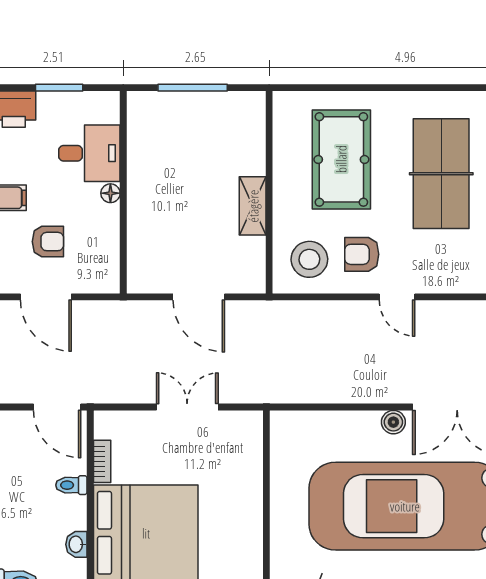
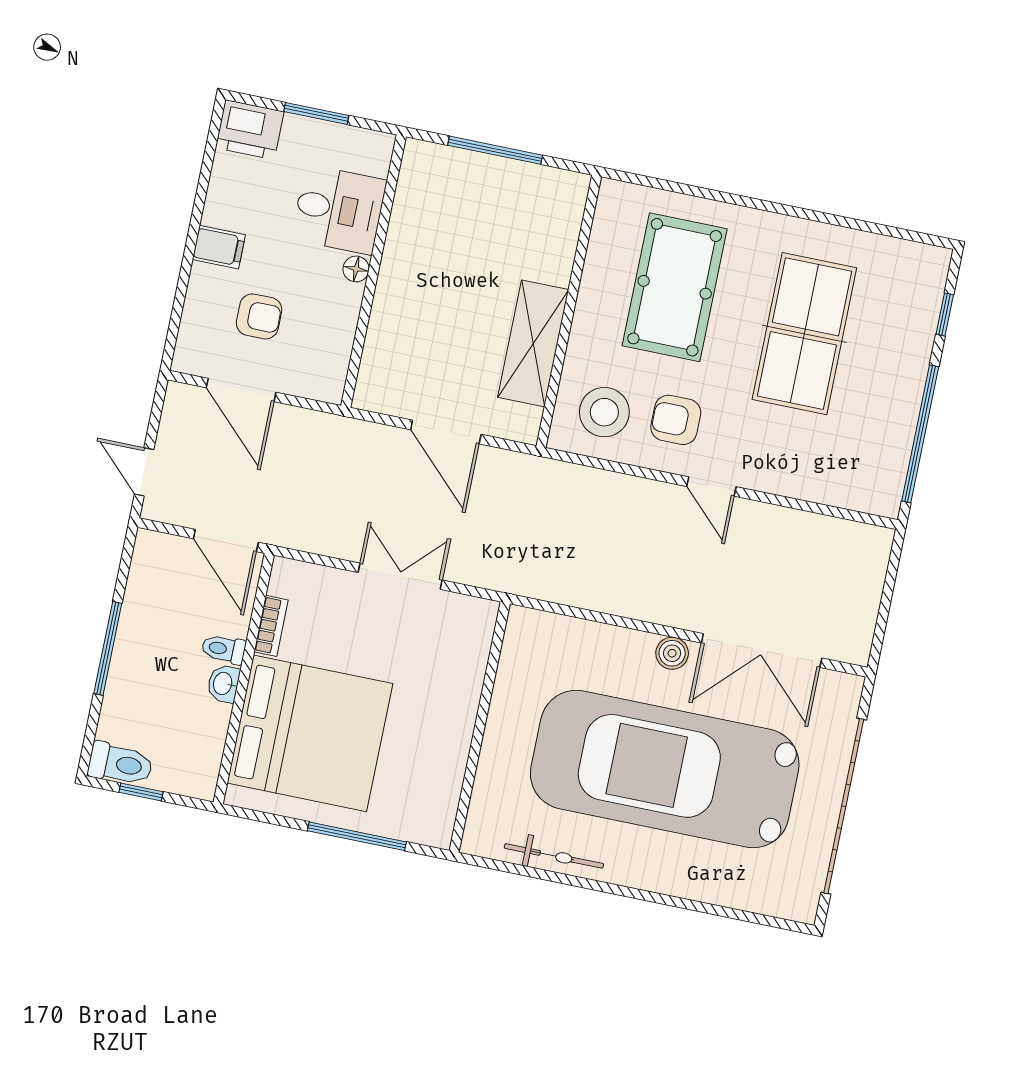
shelving: (253, 206) -> (533, 343), width x1.50, depth x1.33
washbasin: (76, 544) -> (223, 684), moved

